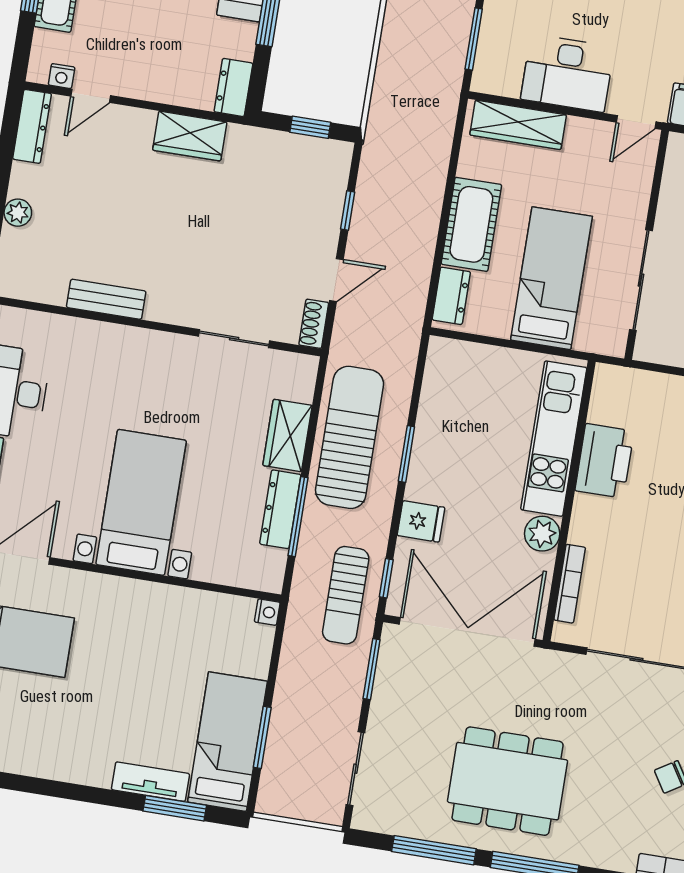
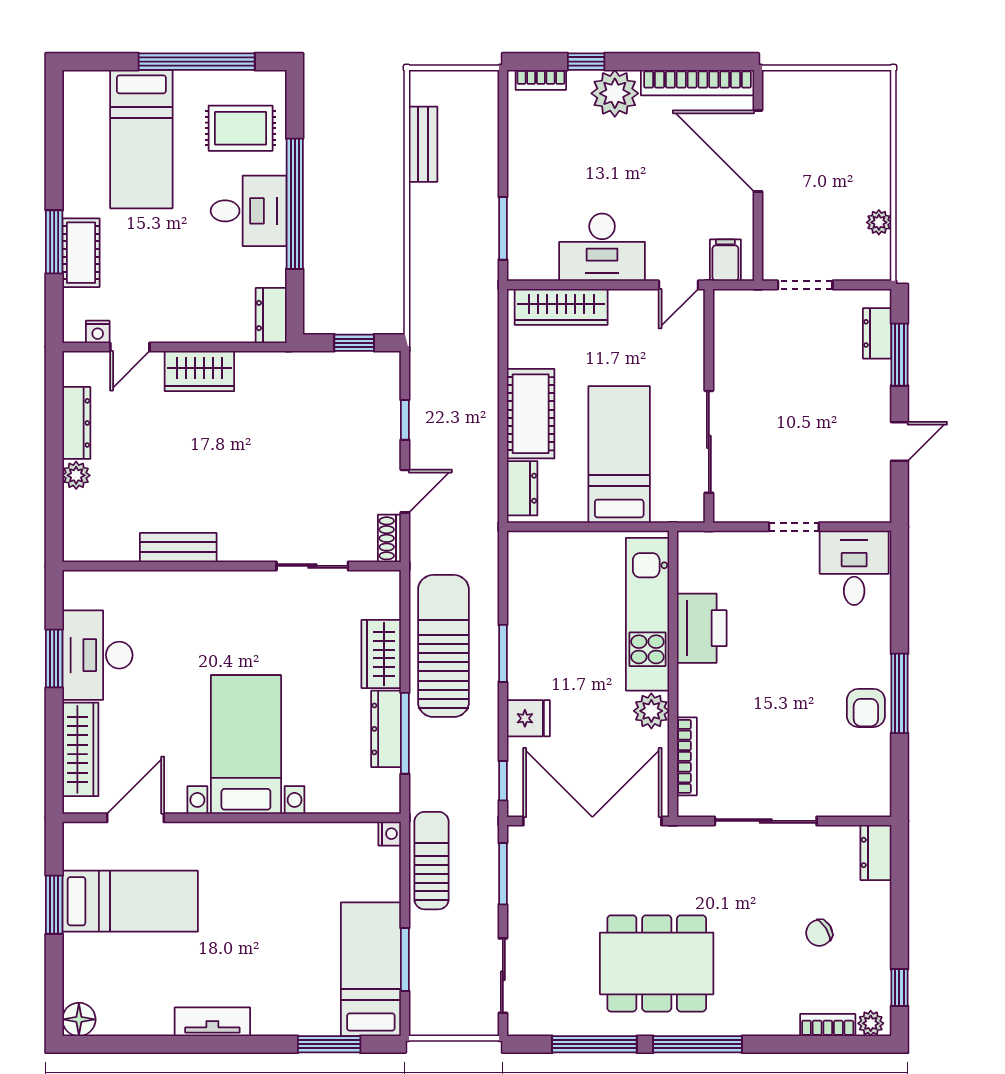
dresser: (32, 126) -> (76, 423), moved
wardrobe: (190, 136) -> (199, 371), moved
sun lounger: (346, 595) -> (432, 861), moved, turned 180
tv unit: (150, 782) -> (212, 1022), moved

